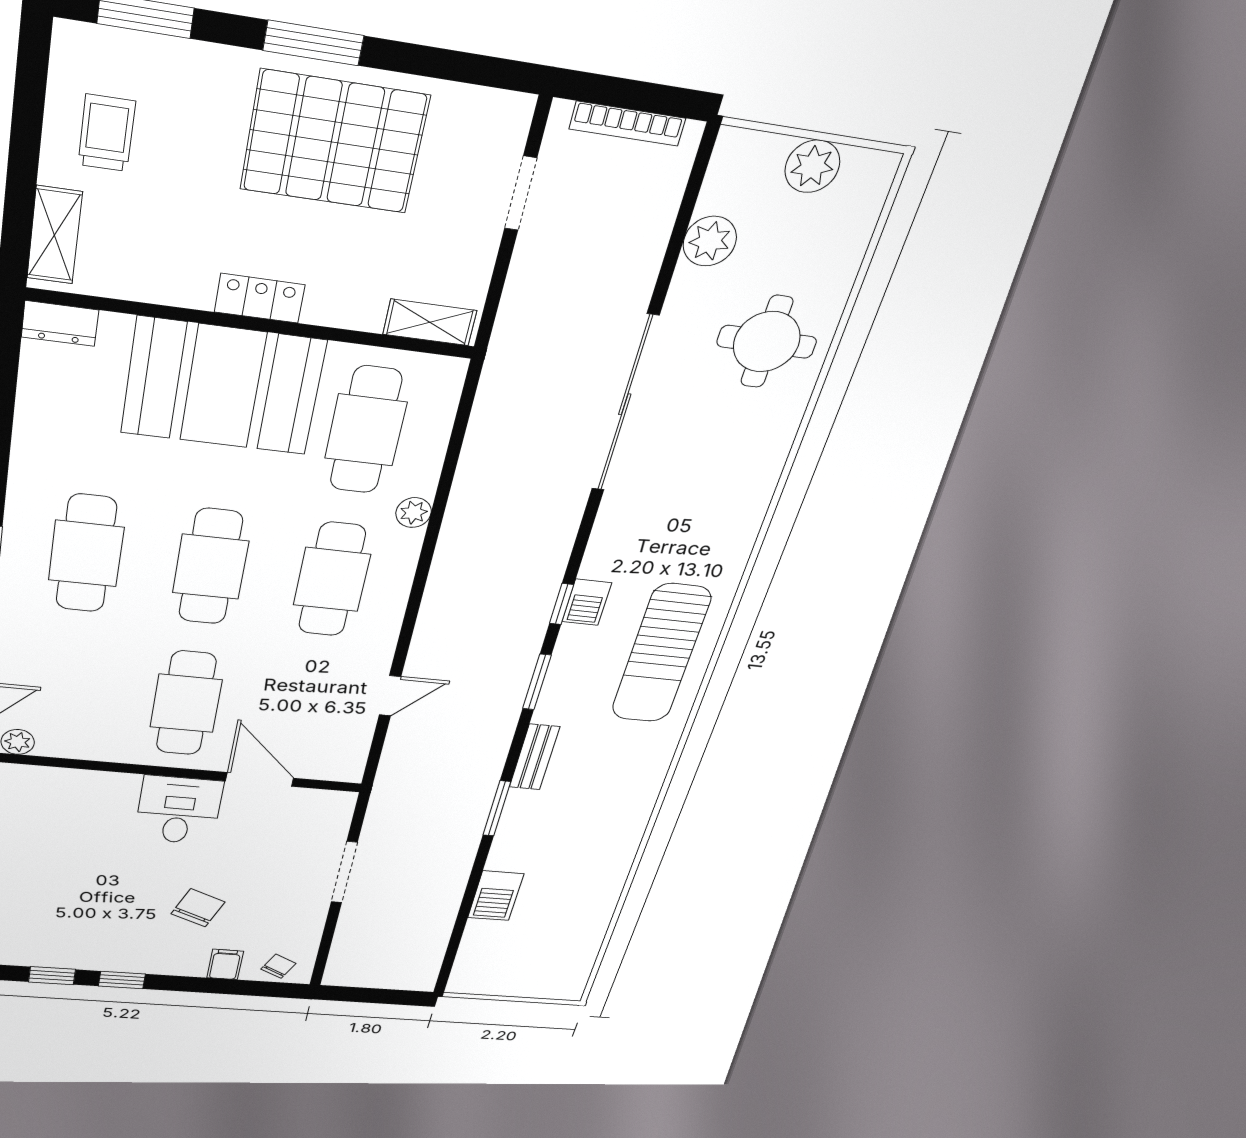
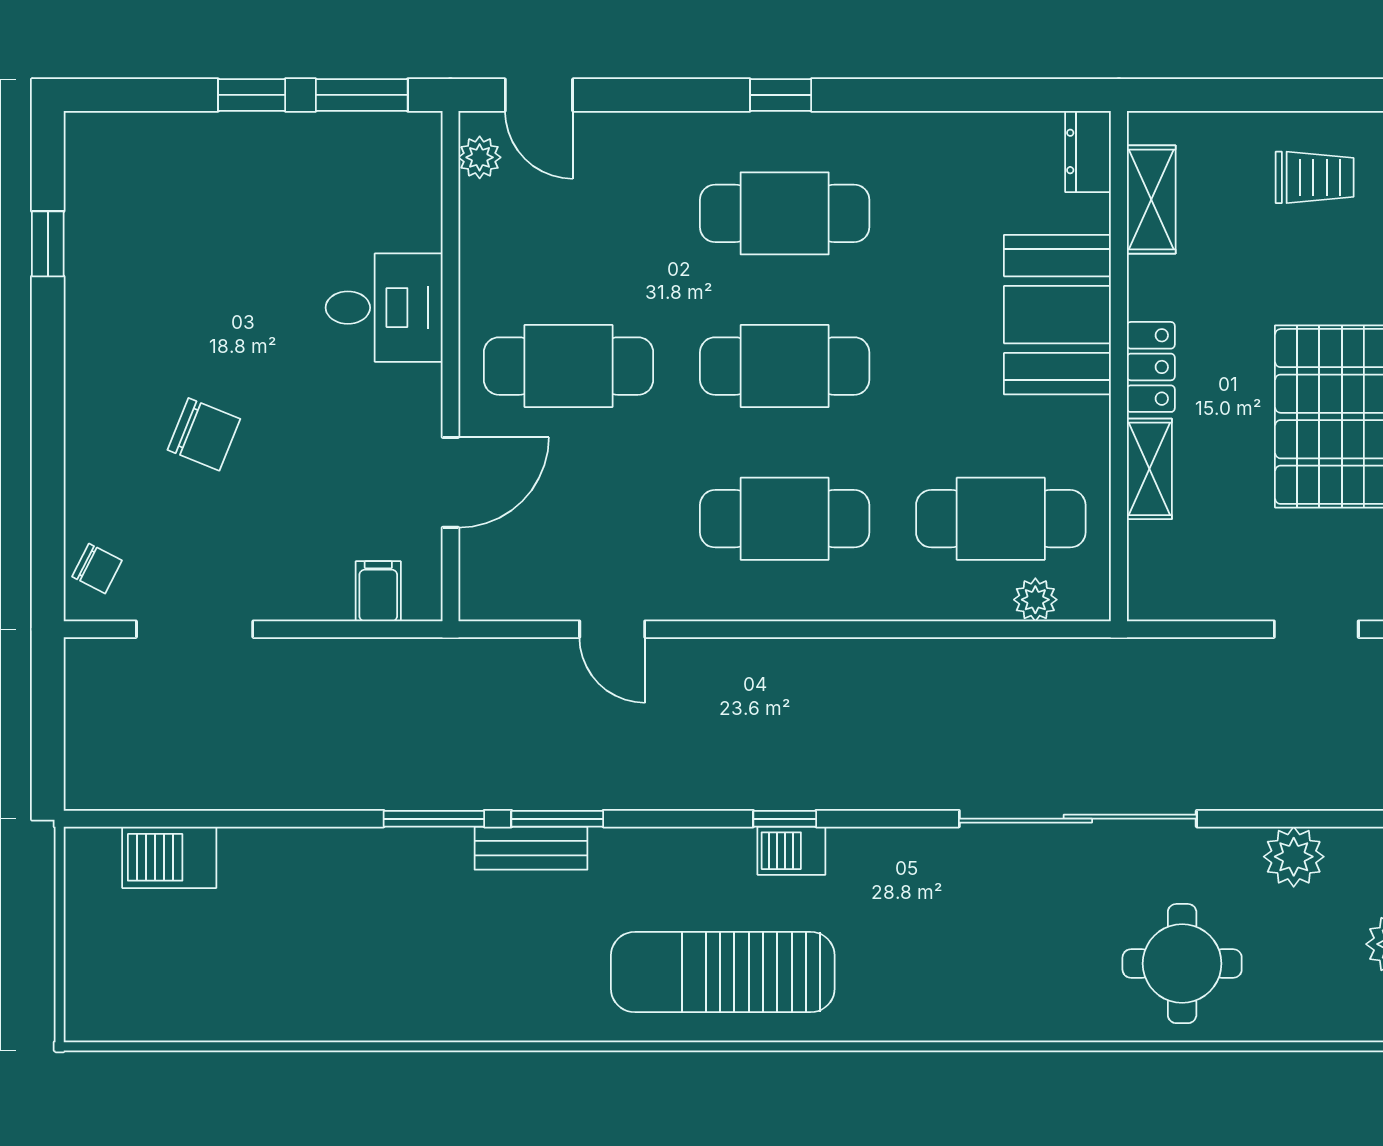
shelving: (54, 235) -> (1151, 199), moved, turned 90
shelving: (430, 322) -> (1149, 469), moved
booth: (223, 387) -> (1057, 315), width x0.73, depth x0.70
plant: (414, 513) -> (1035, 600), moved
window: (537, 682) -> (557, 819), moved
desk: (179, 810) -> (384, 308), moved
doorway: (344, 872) -> (195, 629), moved
barbecue: (496, 896) -> (169, 857), moved
filing cabinet: (225, 964) -> (378, 591), moved, turned -90
window: (122, 980) -> (48, 345), removed

